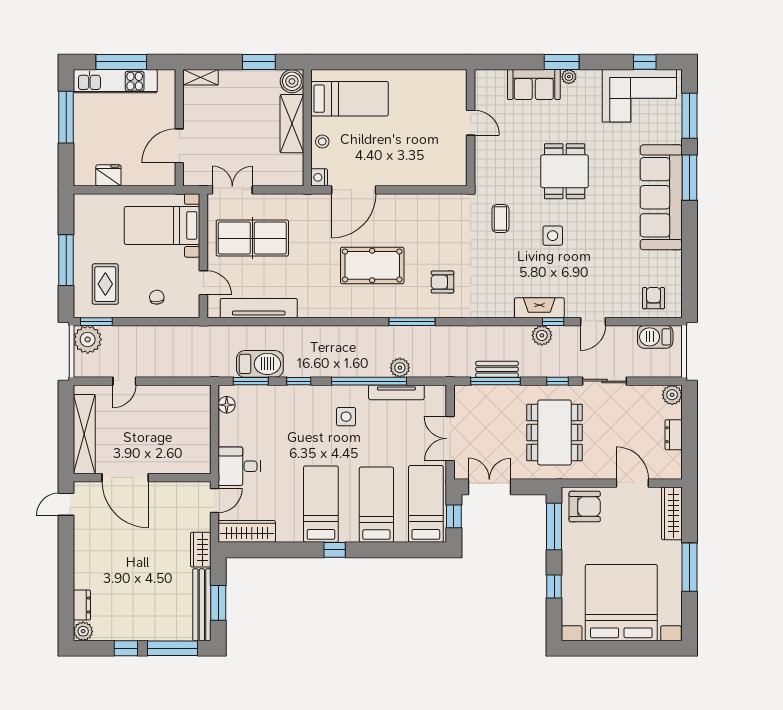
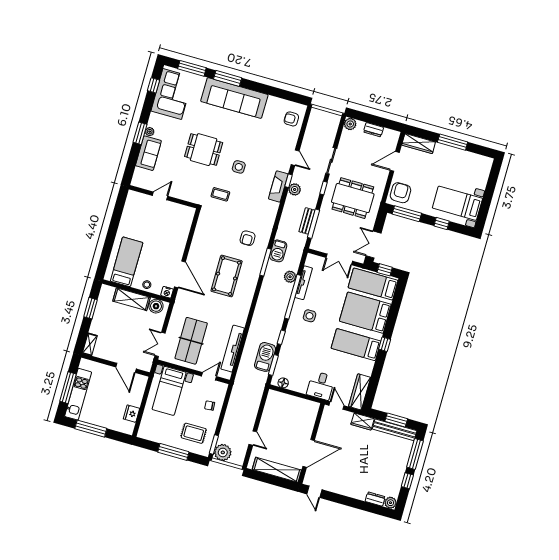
boiler: (292, 81) -> (156, 306), moved
barbecue: (655, 337) -> (278, 251), moved
bed: (376, 505) -> (365, 313), width x1.50
bed with nightstands: (621, 603) -> (457, 203), width x0.54

